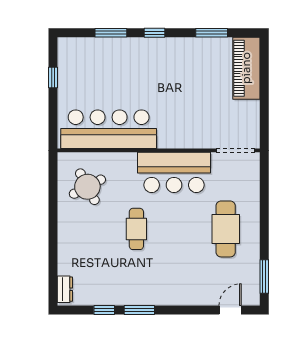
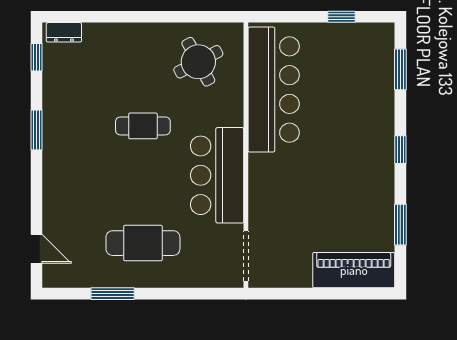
window: (111, 33) -> (400, 69), moved
window: (264, 276) -> (113, 294), moved
window: (104, 310) -> (37, 57), moved

